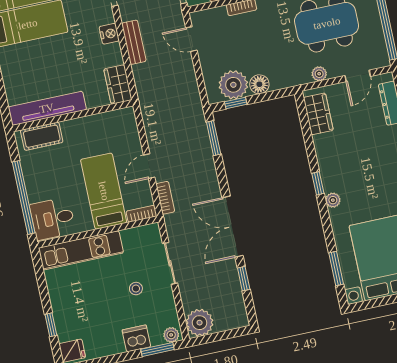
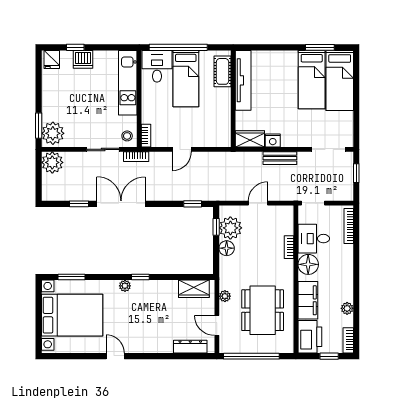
nightstand: (109, 34) -> (273, 141), moved
door: (191, 39) -> (258, 203), moved
window: (214, 138) -> (193, 204), width x0.67
door: (149, 166) -> (182, 149), swing flipped
bed: (104, 191) -> (186, 79), moved, turned 90
bookcase: (165, 198) -> (136, 157), moved
stool: (136, 289) -> (127, 136), moved
plant: (171, 335) -> (53, 133), width x1.88, depth x1.88
dishwasher: (136, 338) -> (83, 59), moved, turned 90

